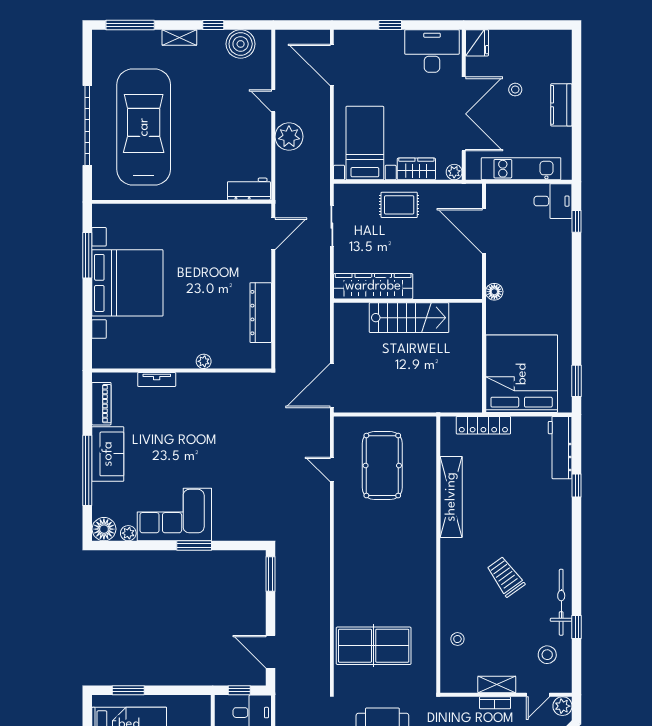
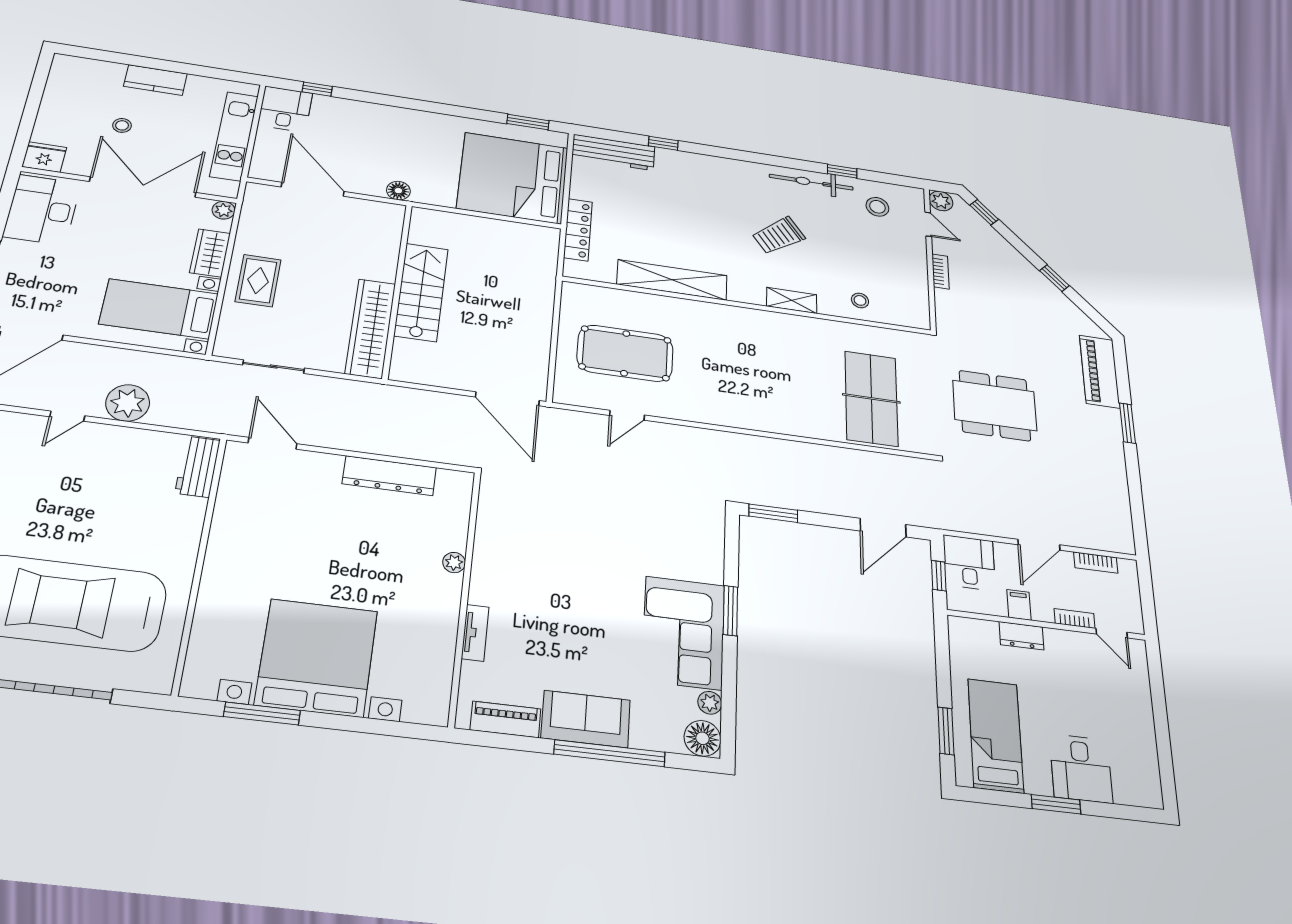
door: (484, 231) -> (313, 189), swing flipped
shelving: (497, 685) -> (792, 300), moved, turned 90

